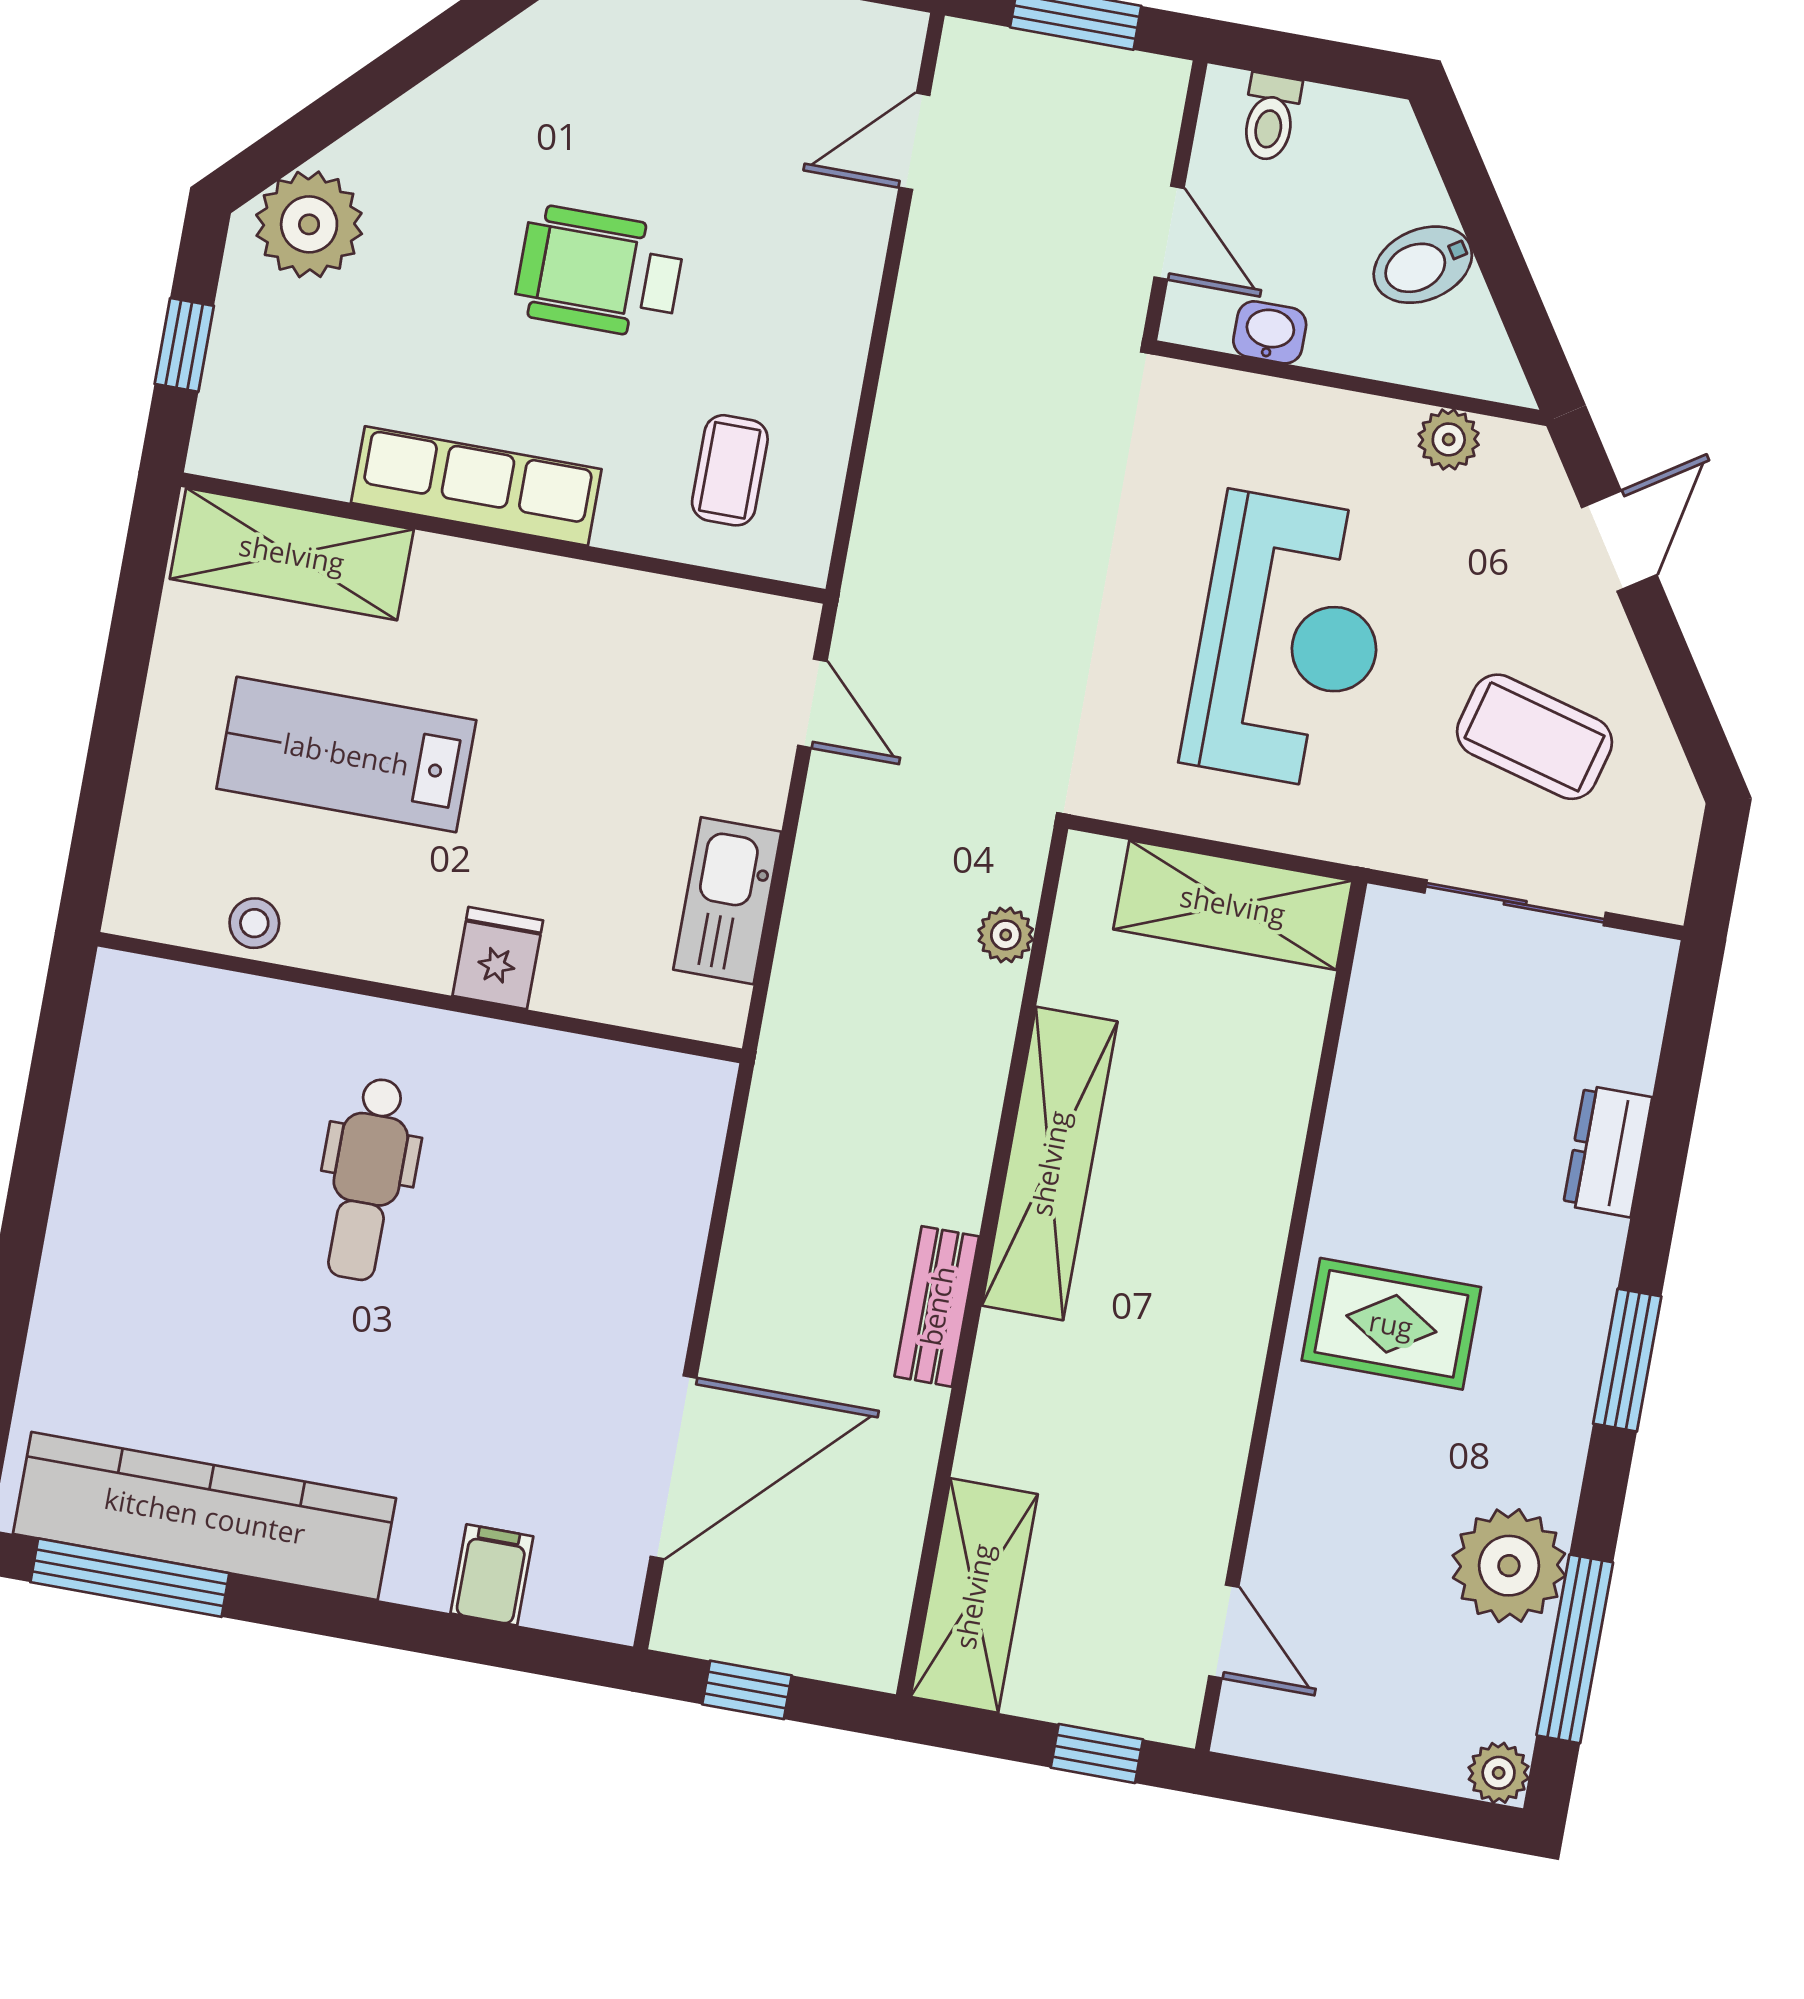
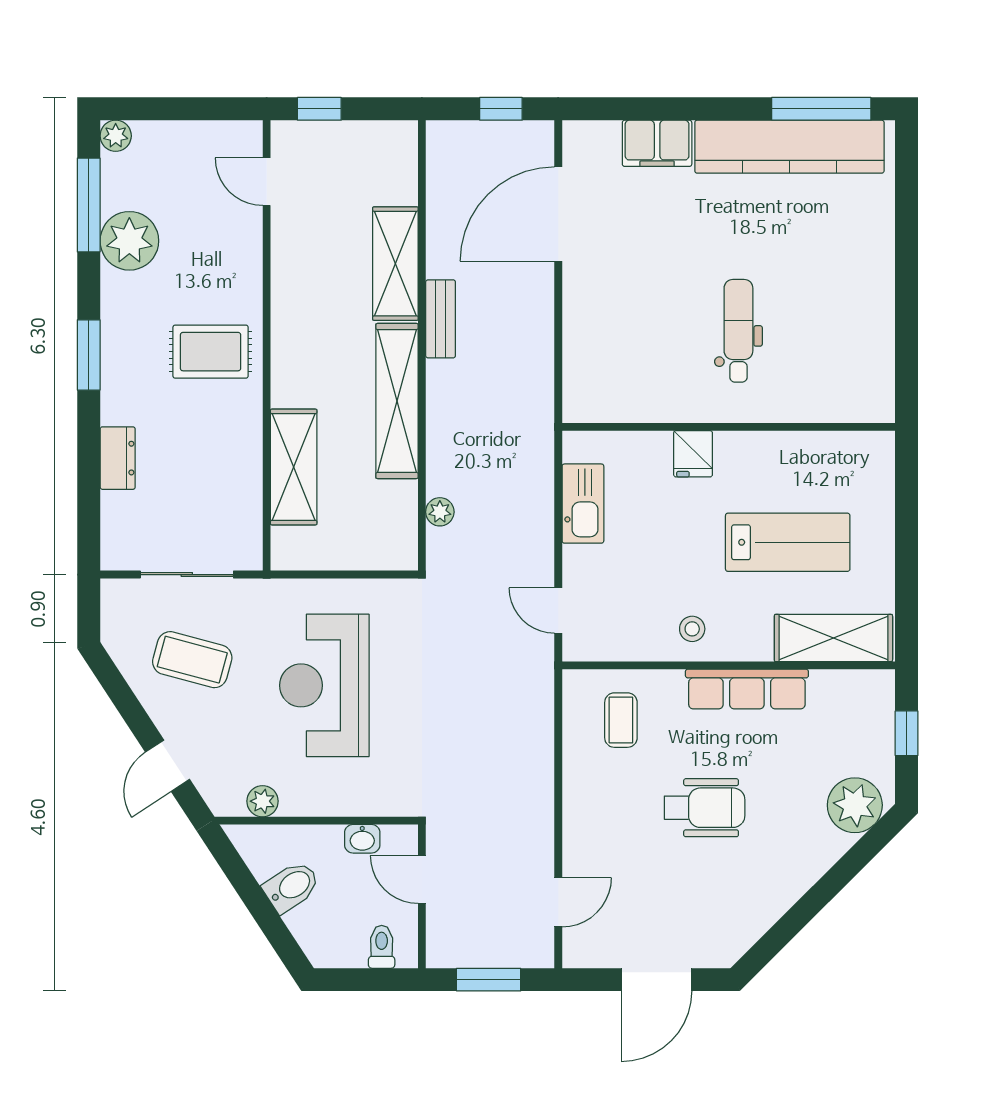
shelving: (1233, 905) -> (294, 467), moved, turned 90
stool: (254, 923) -> (692, 629), moved
filing cabinet: (492, 1575) -> (657, 143), width x2.00
shelving: (974, 1596) -> (395, 264), moved

